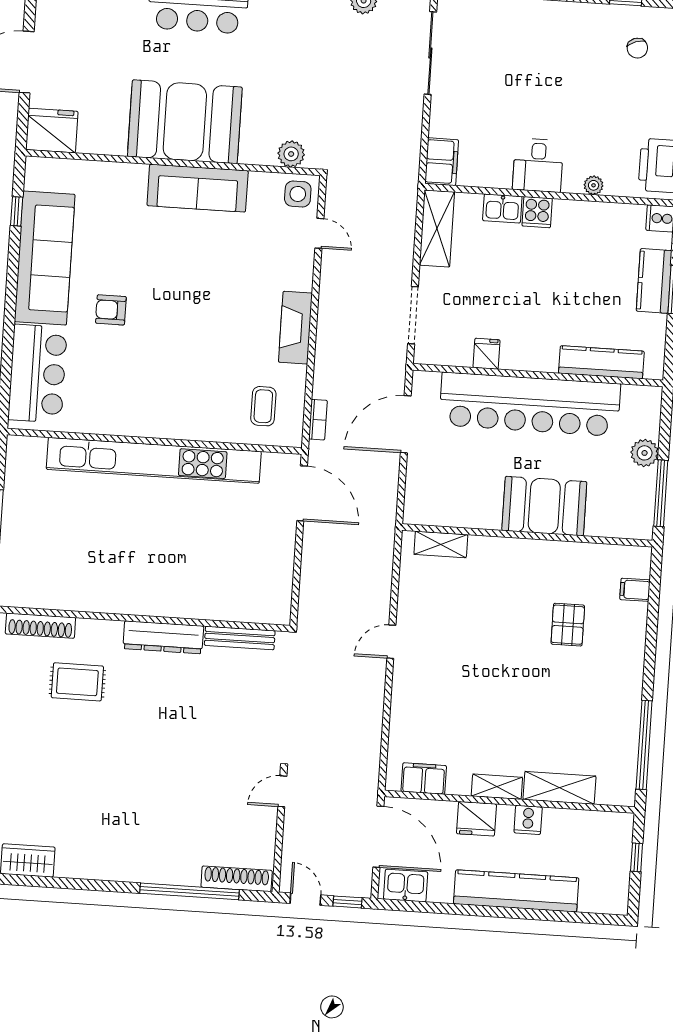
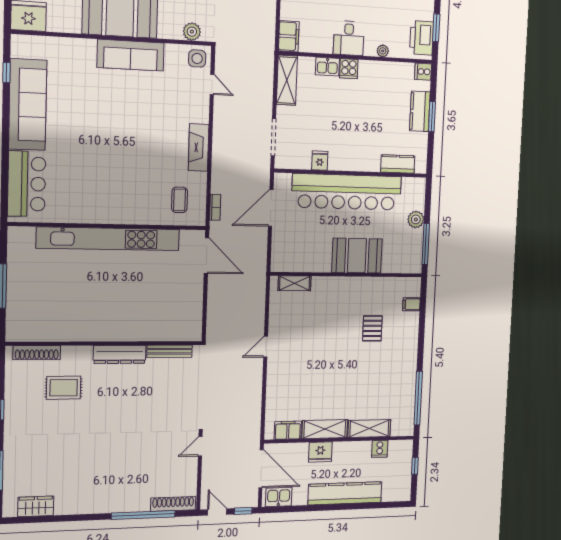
armchair: (111, 310) -> (75, 139), removed
kitchen counter: (601, 362) -> (398, 164), width x0.67
shelving: (497, 787) -> (325, 429), width x1.50, depth x1.33
cooker: (528, 820) -> (380, 449), moved

